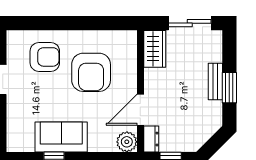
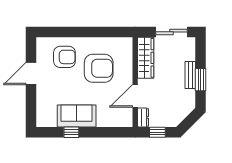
wardrobe: (155, 49) -> (146, 58), width x1.50
armchair: (91, 72) -> (99, 68), turned -90
plant: (127, 142) -> (125, 119), removed

